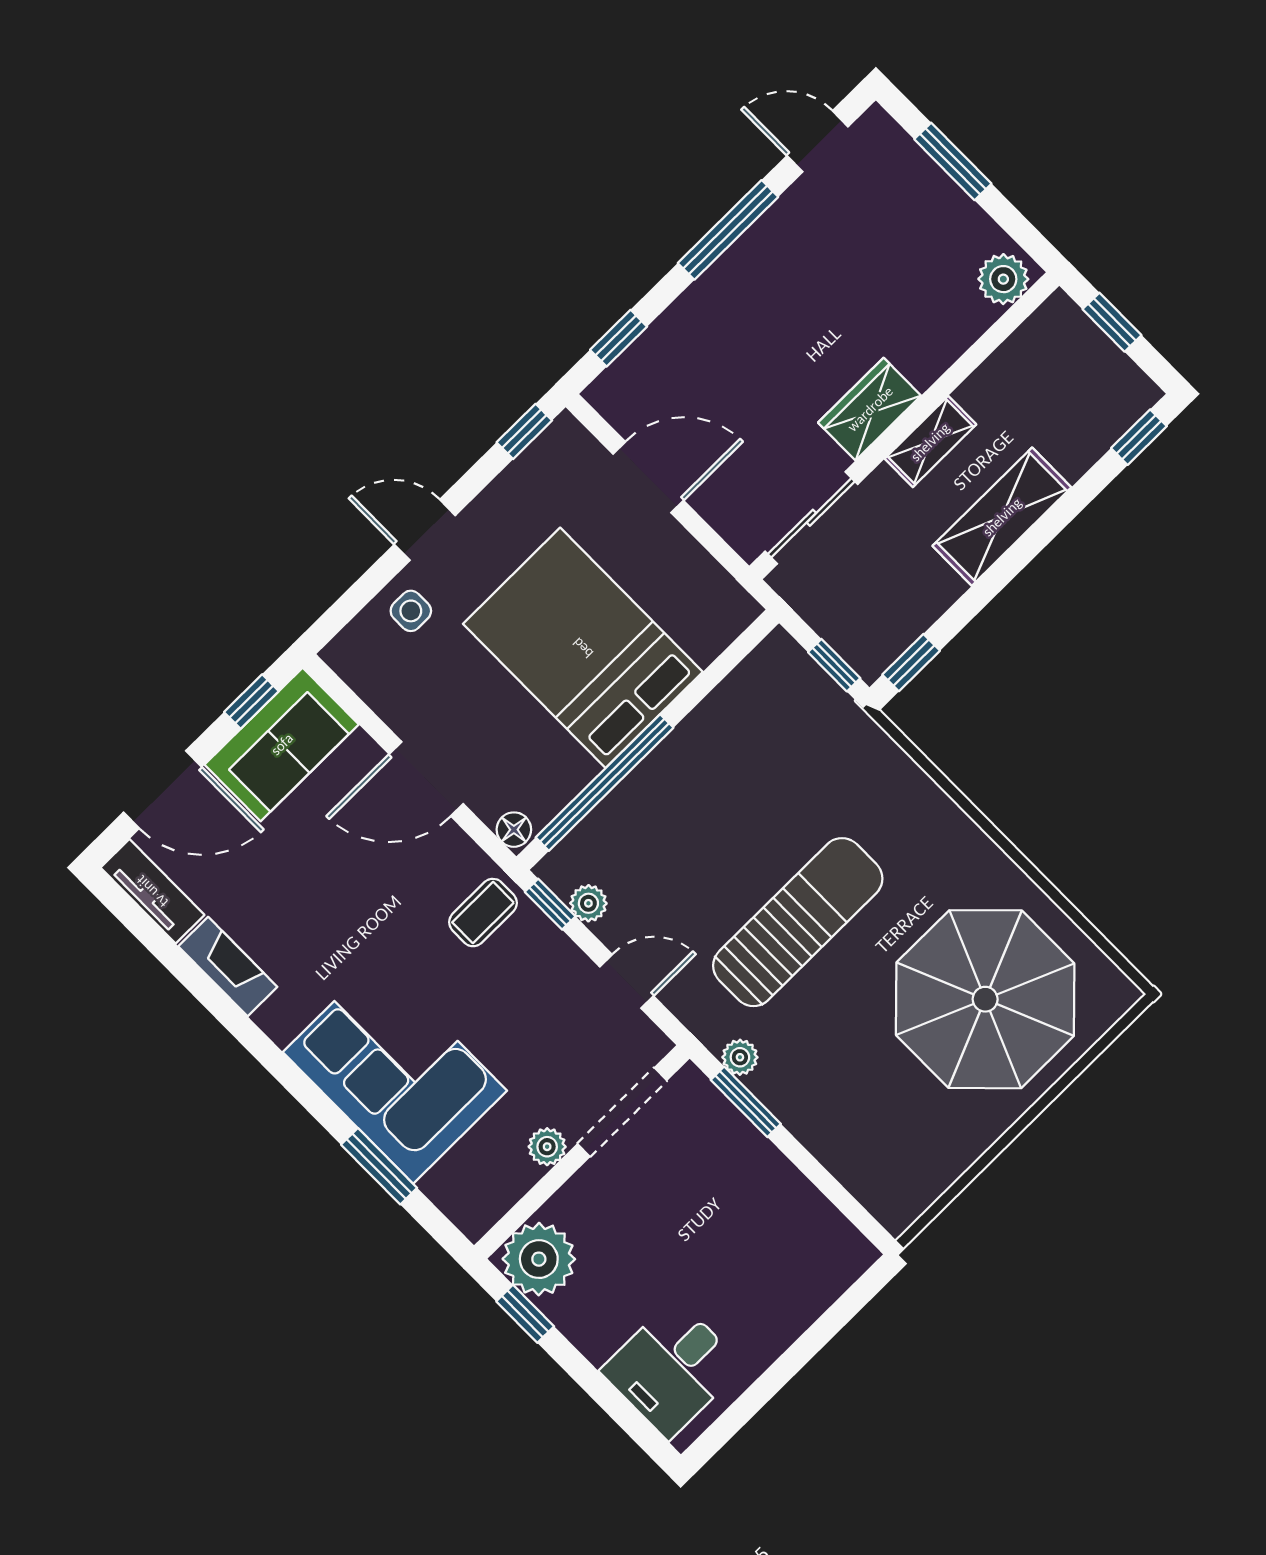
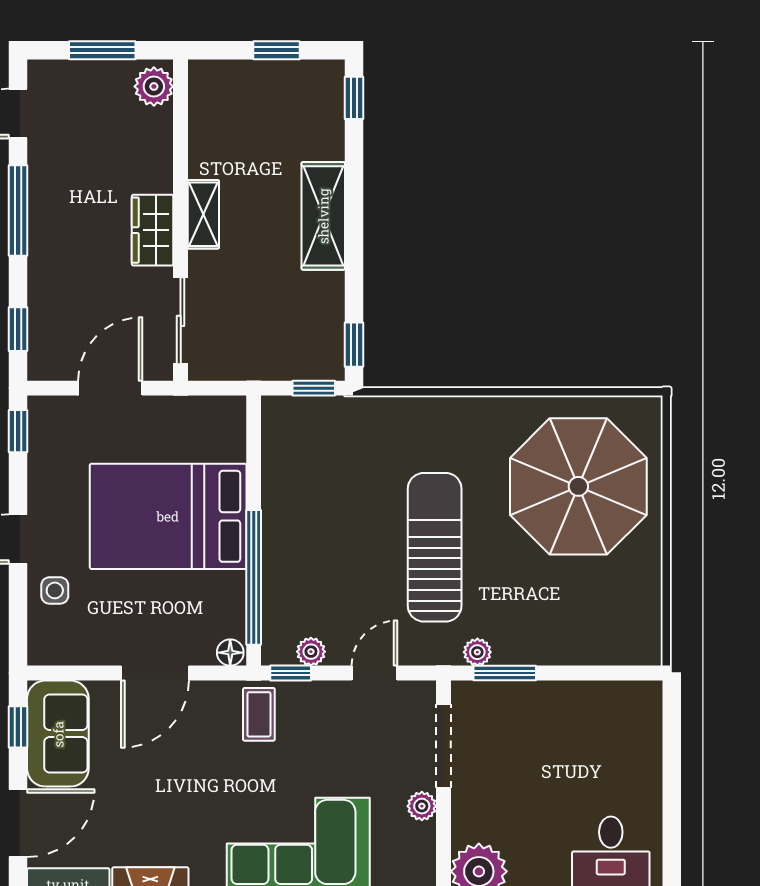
plant: (1003, 279) -> (154, 86), moved
wardrobe: (870, 409) -> (153, 230), moved
wall: (904, 426) -> (181, 220), moved
shelving: (930, 442) -> (203, 214), moved
sliding door: (811, 518) -> (181, 321), moved

